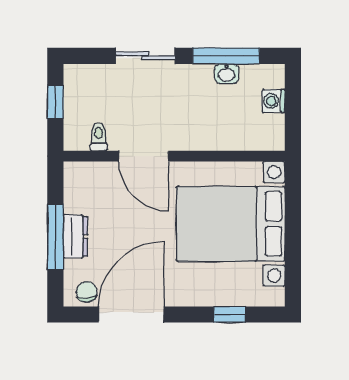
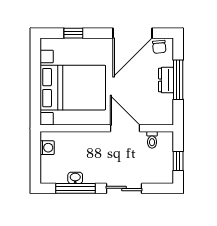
washing machine: (273, 101) -> (47, 148), moved

